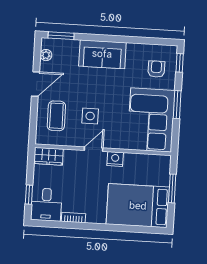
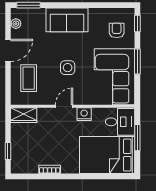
side table: (90, 116) -> (68, 68), moved
desk: (46, 205) -> (120, 122), moved, turned -90

